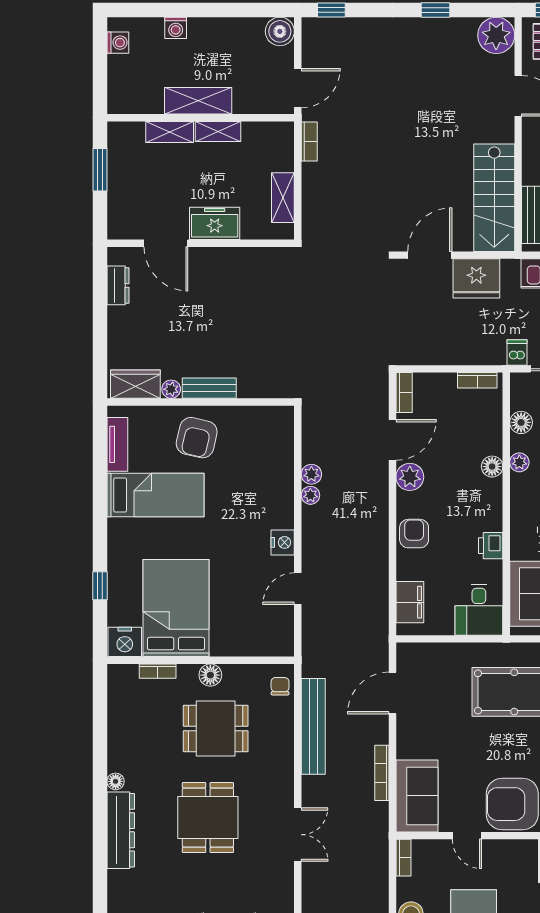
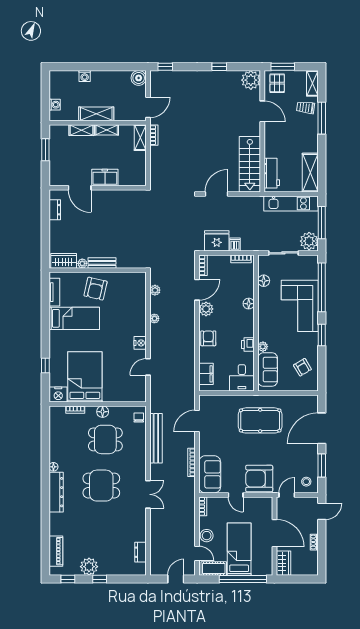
washing machine: (118, 43) -> (55, 105), moved
shelving: (283, 198) -> (140, 138), moved
fridge: (476, 278) -> (217, 241), moved, turned 180
dishwasher: (517, 352) -> (235, 244), moved
plant: (519, 462) -> (263, 347), moved
plant: (311, 474) -> (155, 290), moved
dining table: (208, 818) -> (101, 486), turned 90

